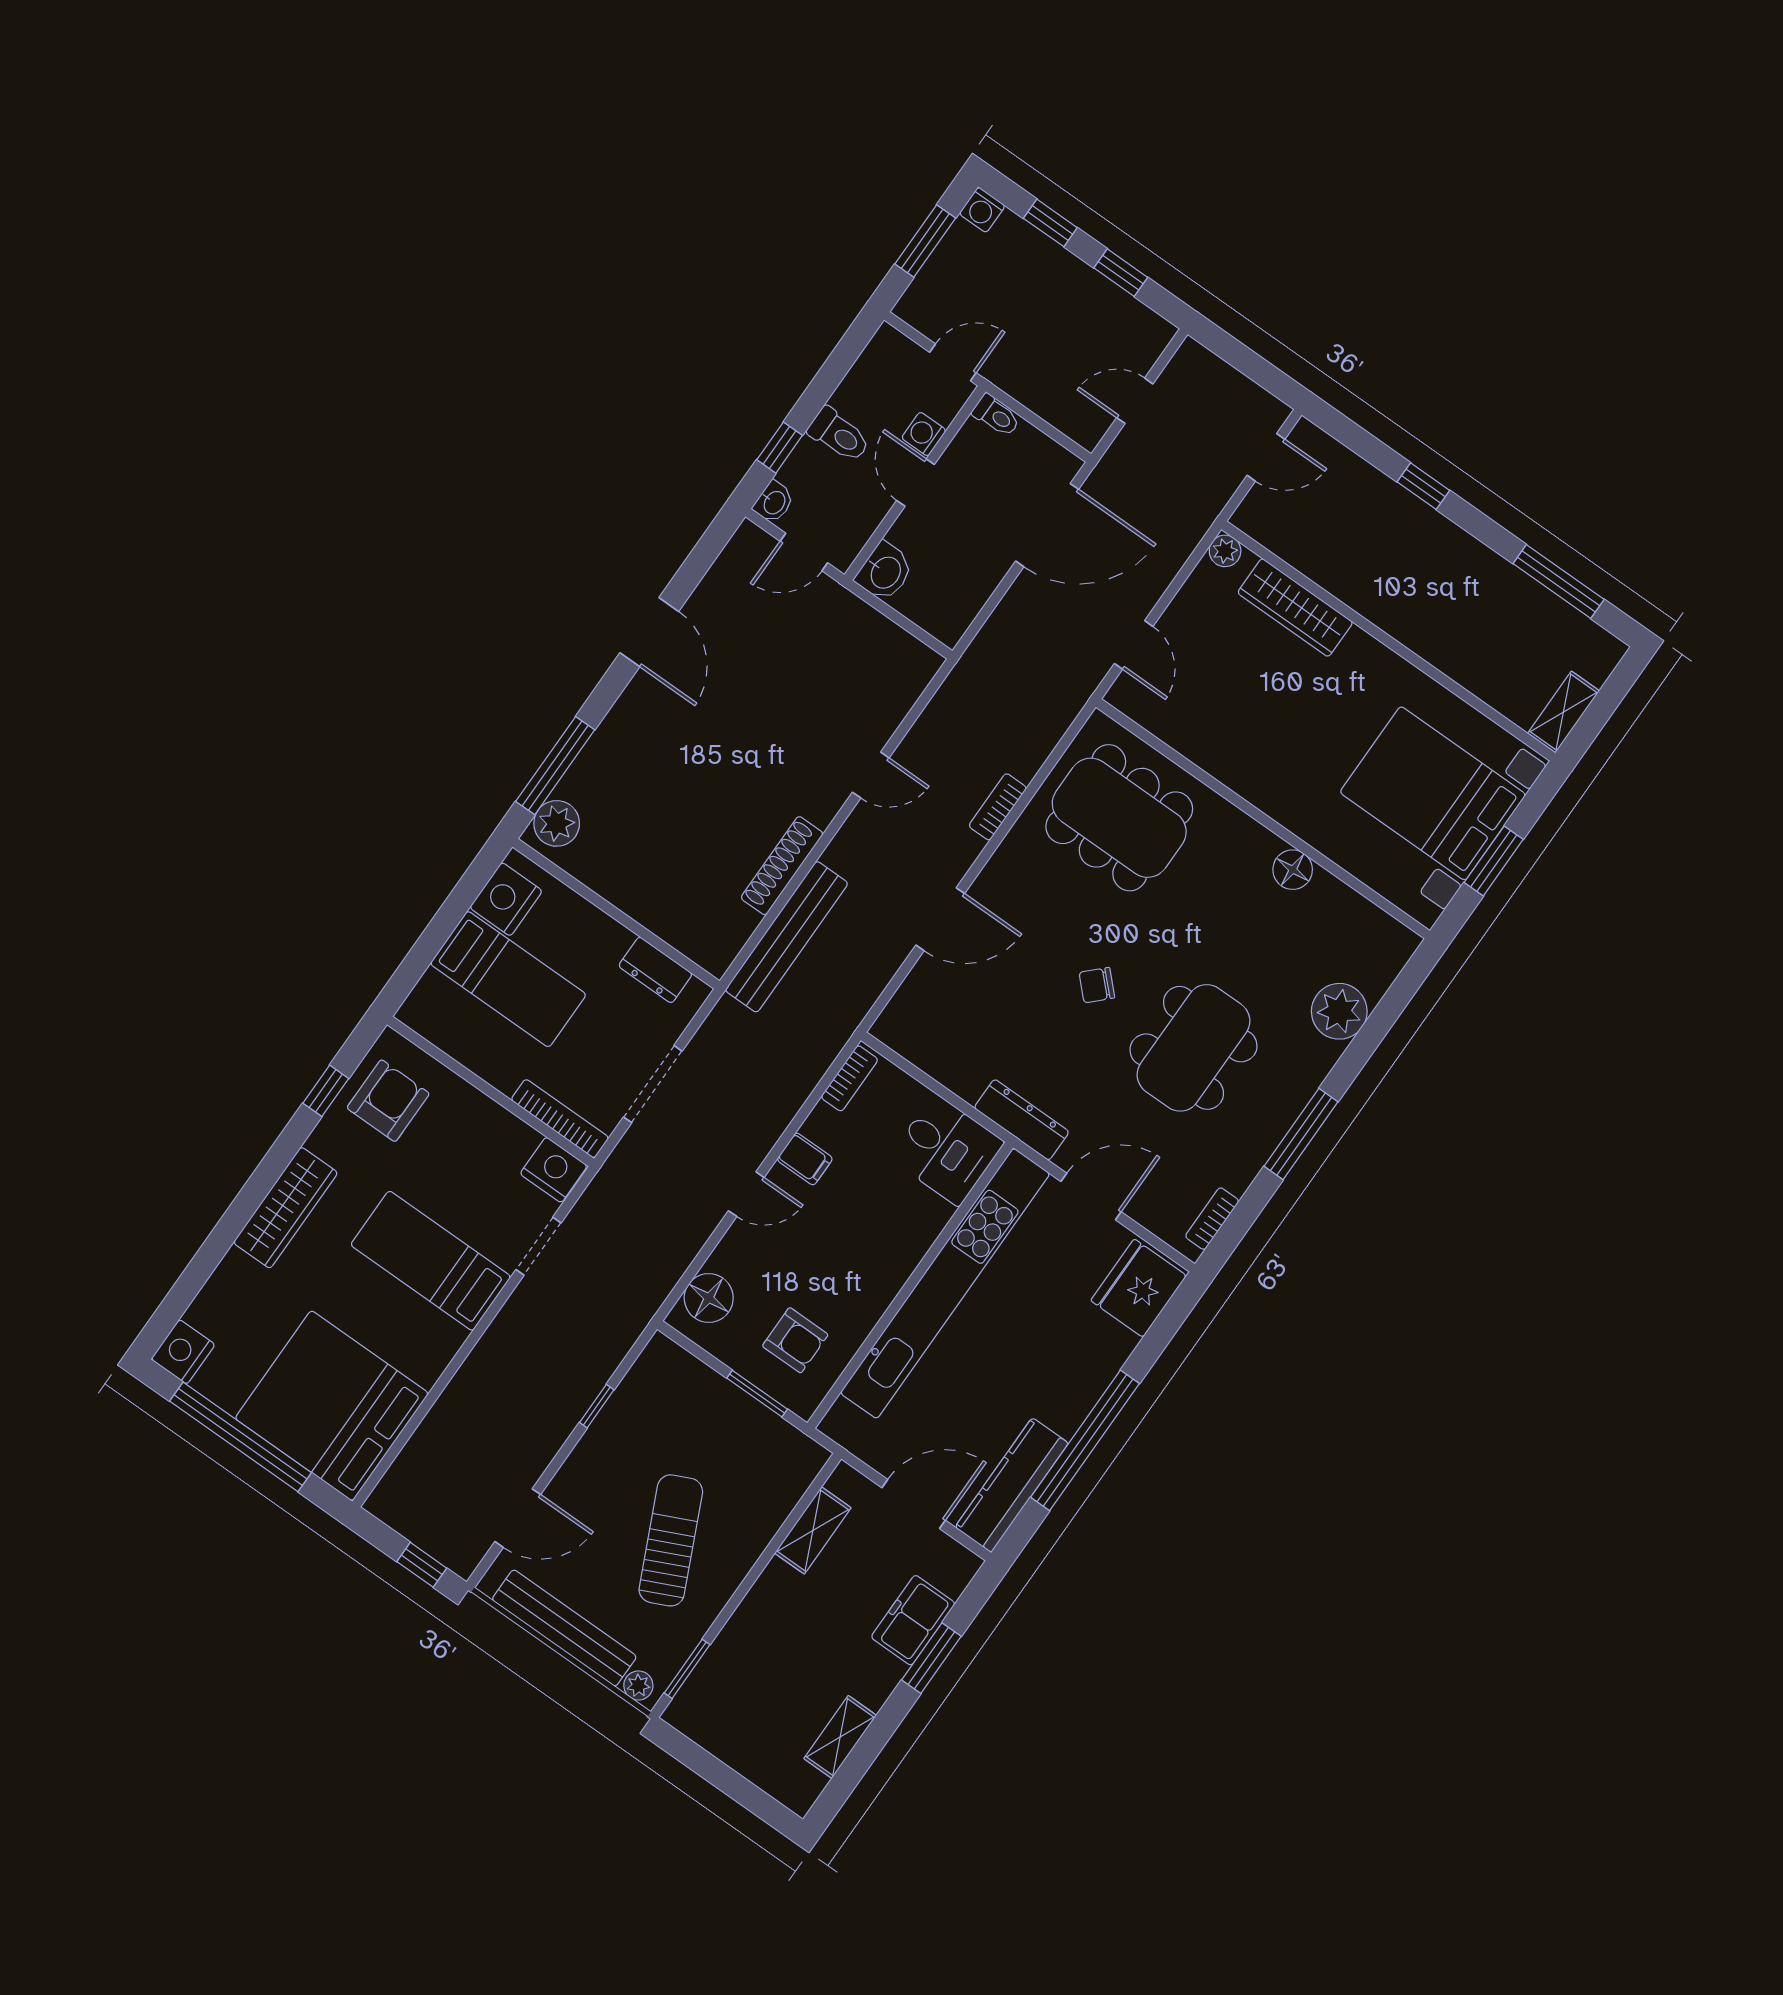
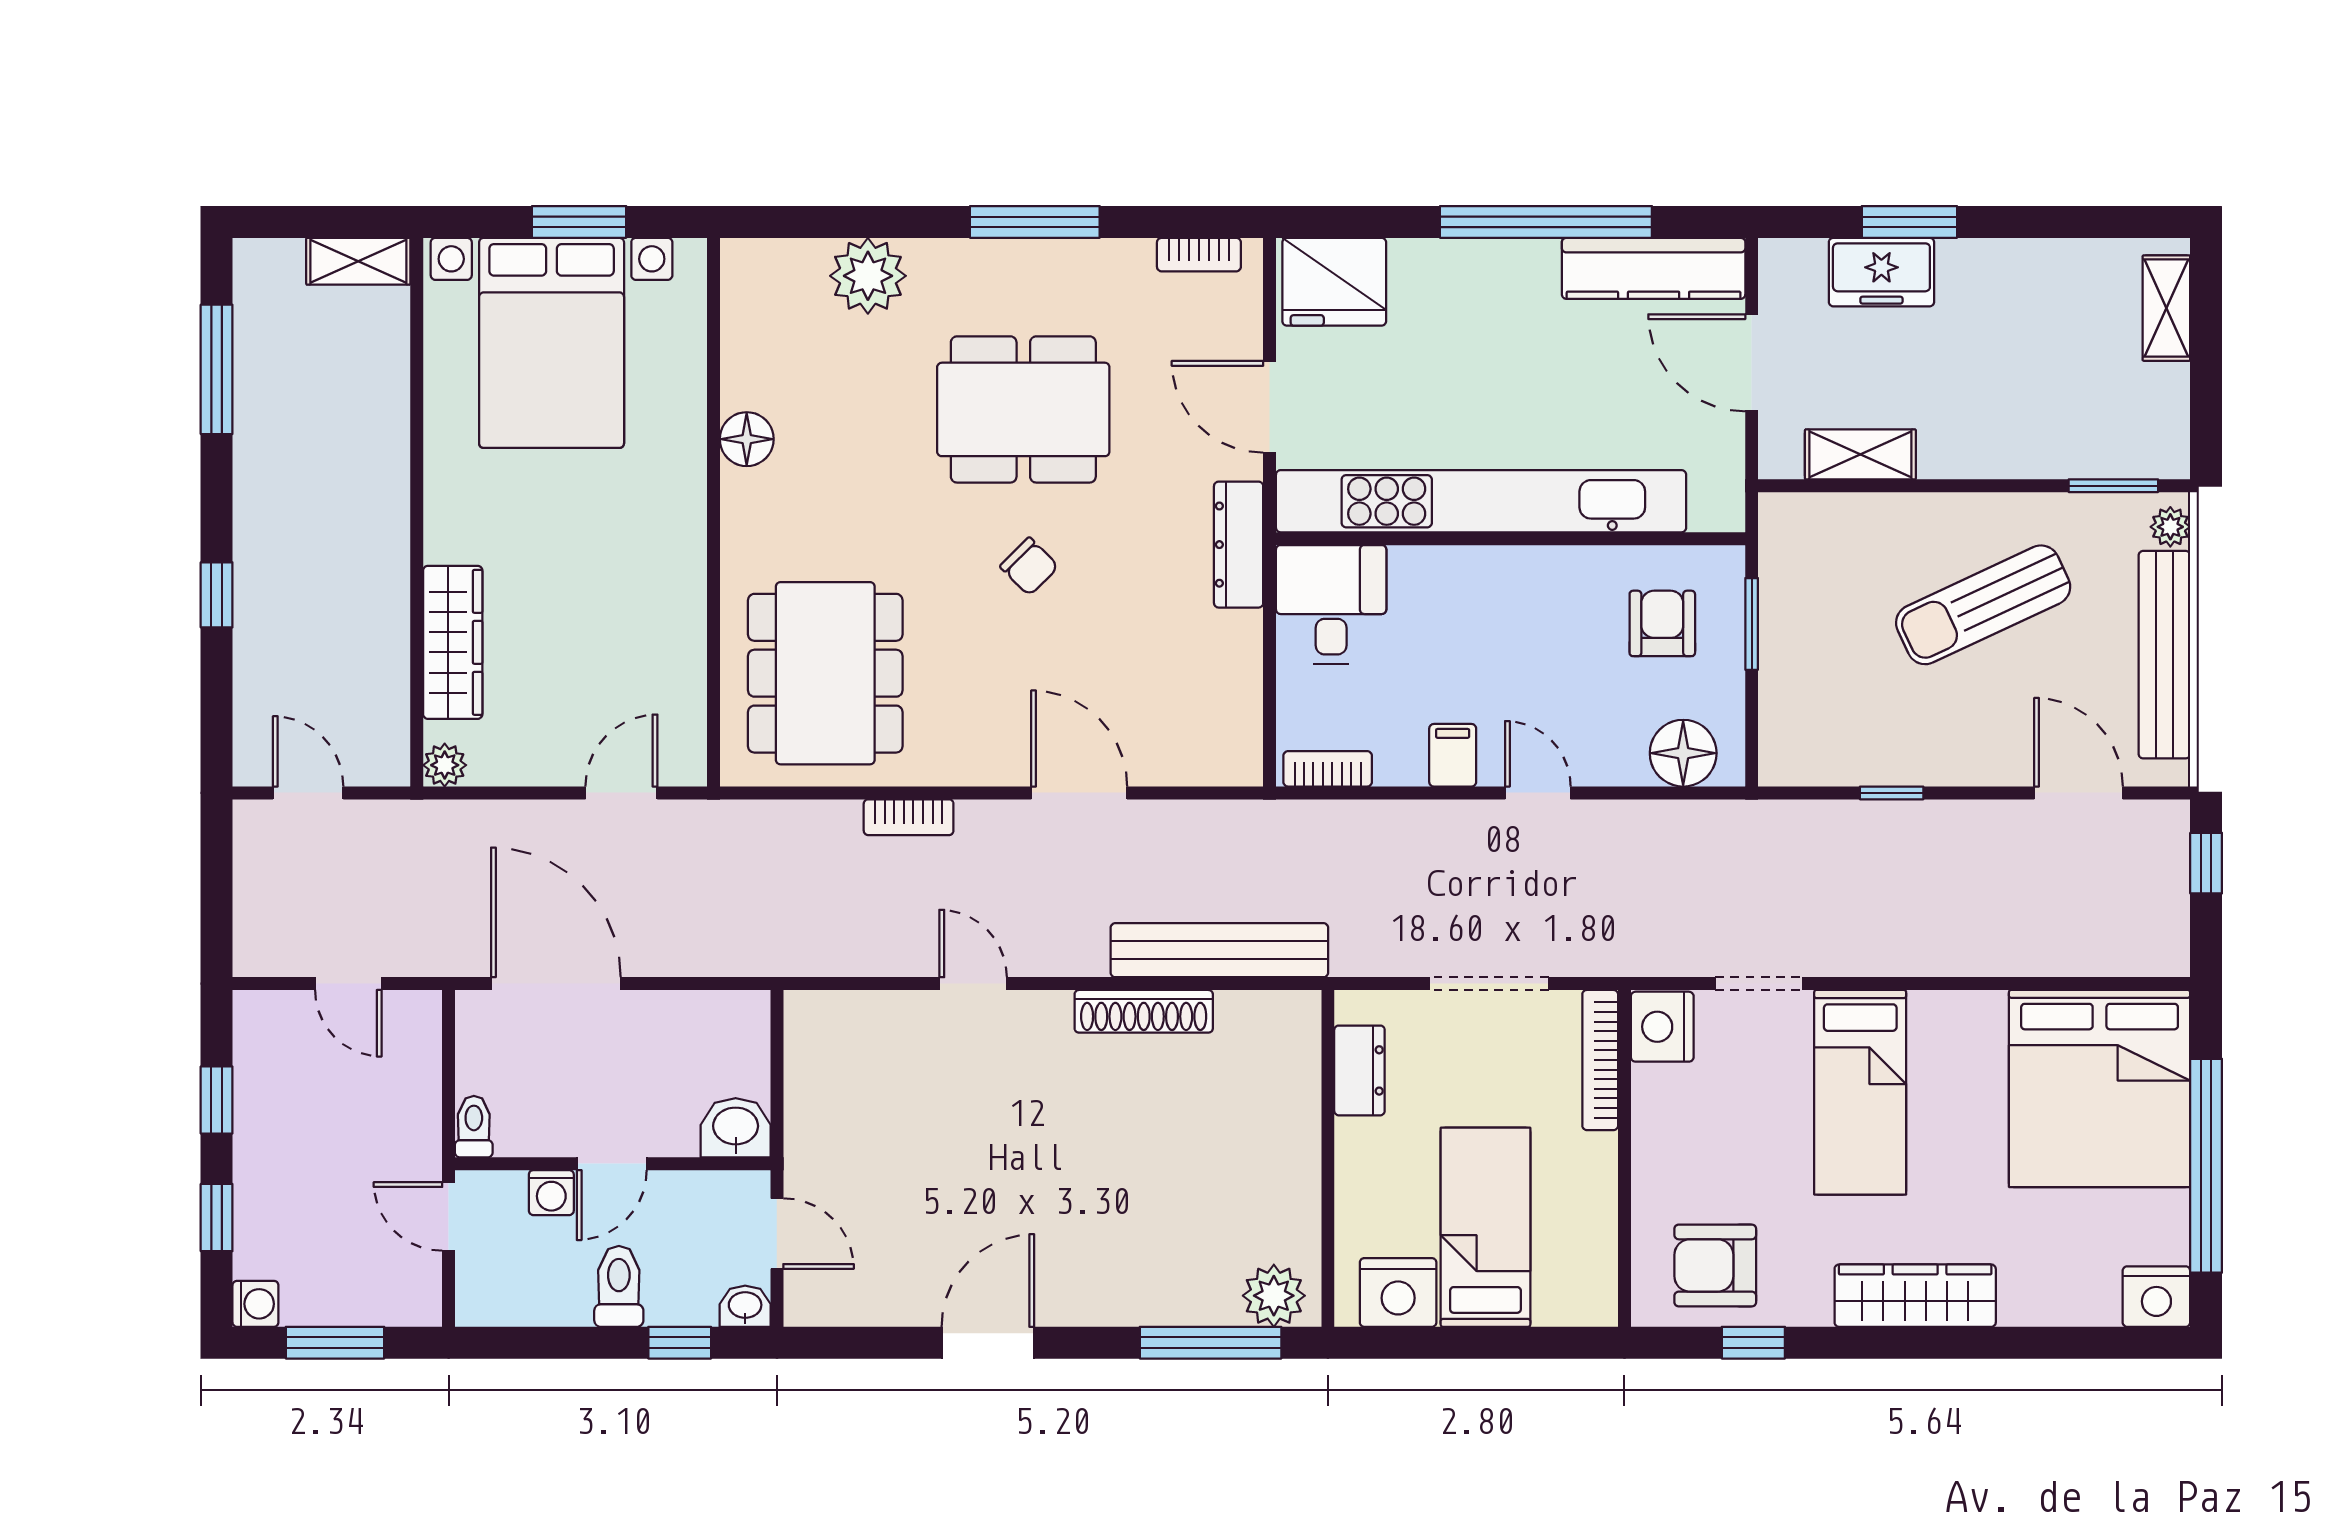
shelving: (840, 1737) -> (2166, 308), moved, turned 90

